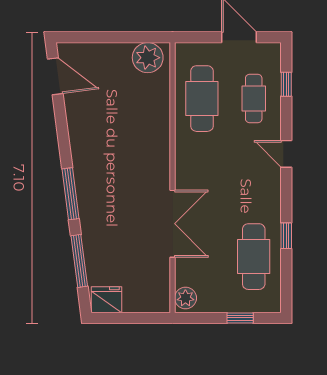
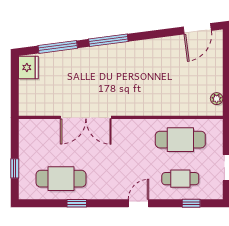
plant: (148, 58) -> (217, 99), width x0.53, depth x0.53
plant: (185, 298) -> (30, 127), removed

